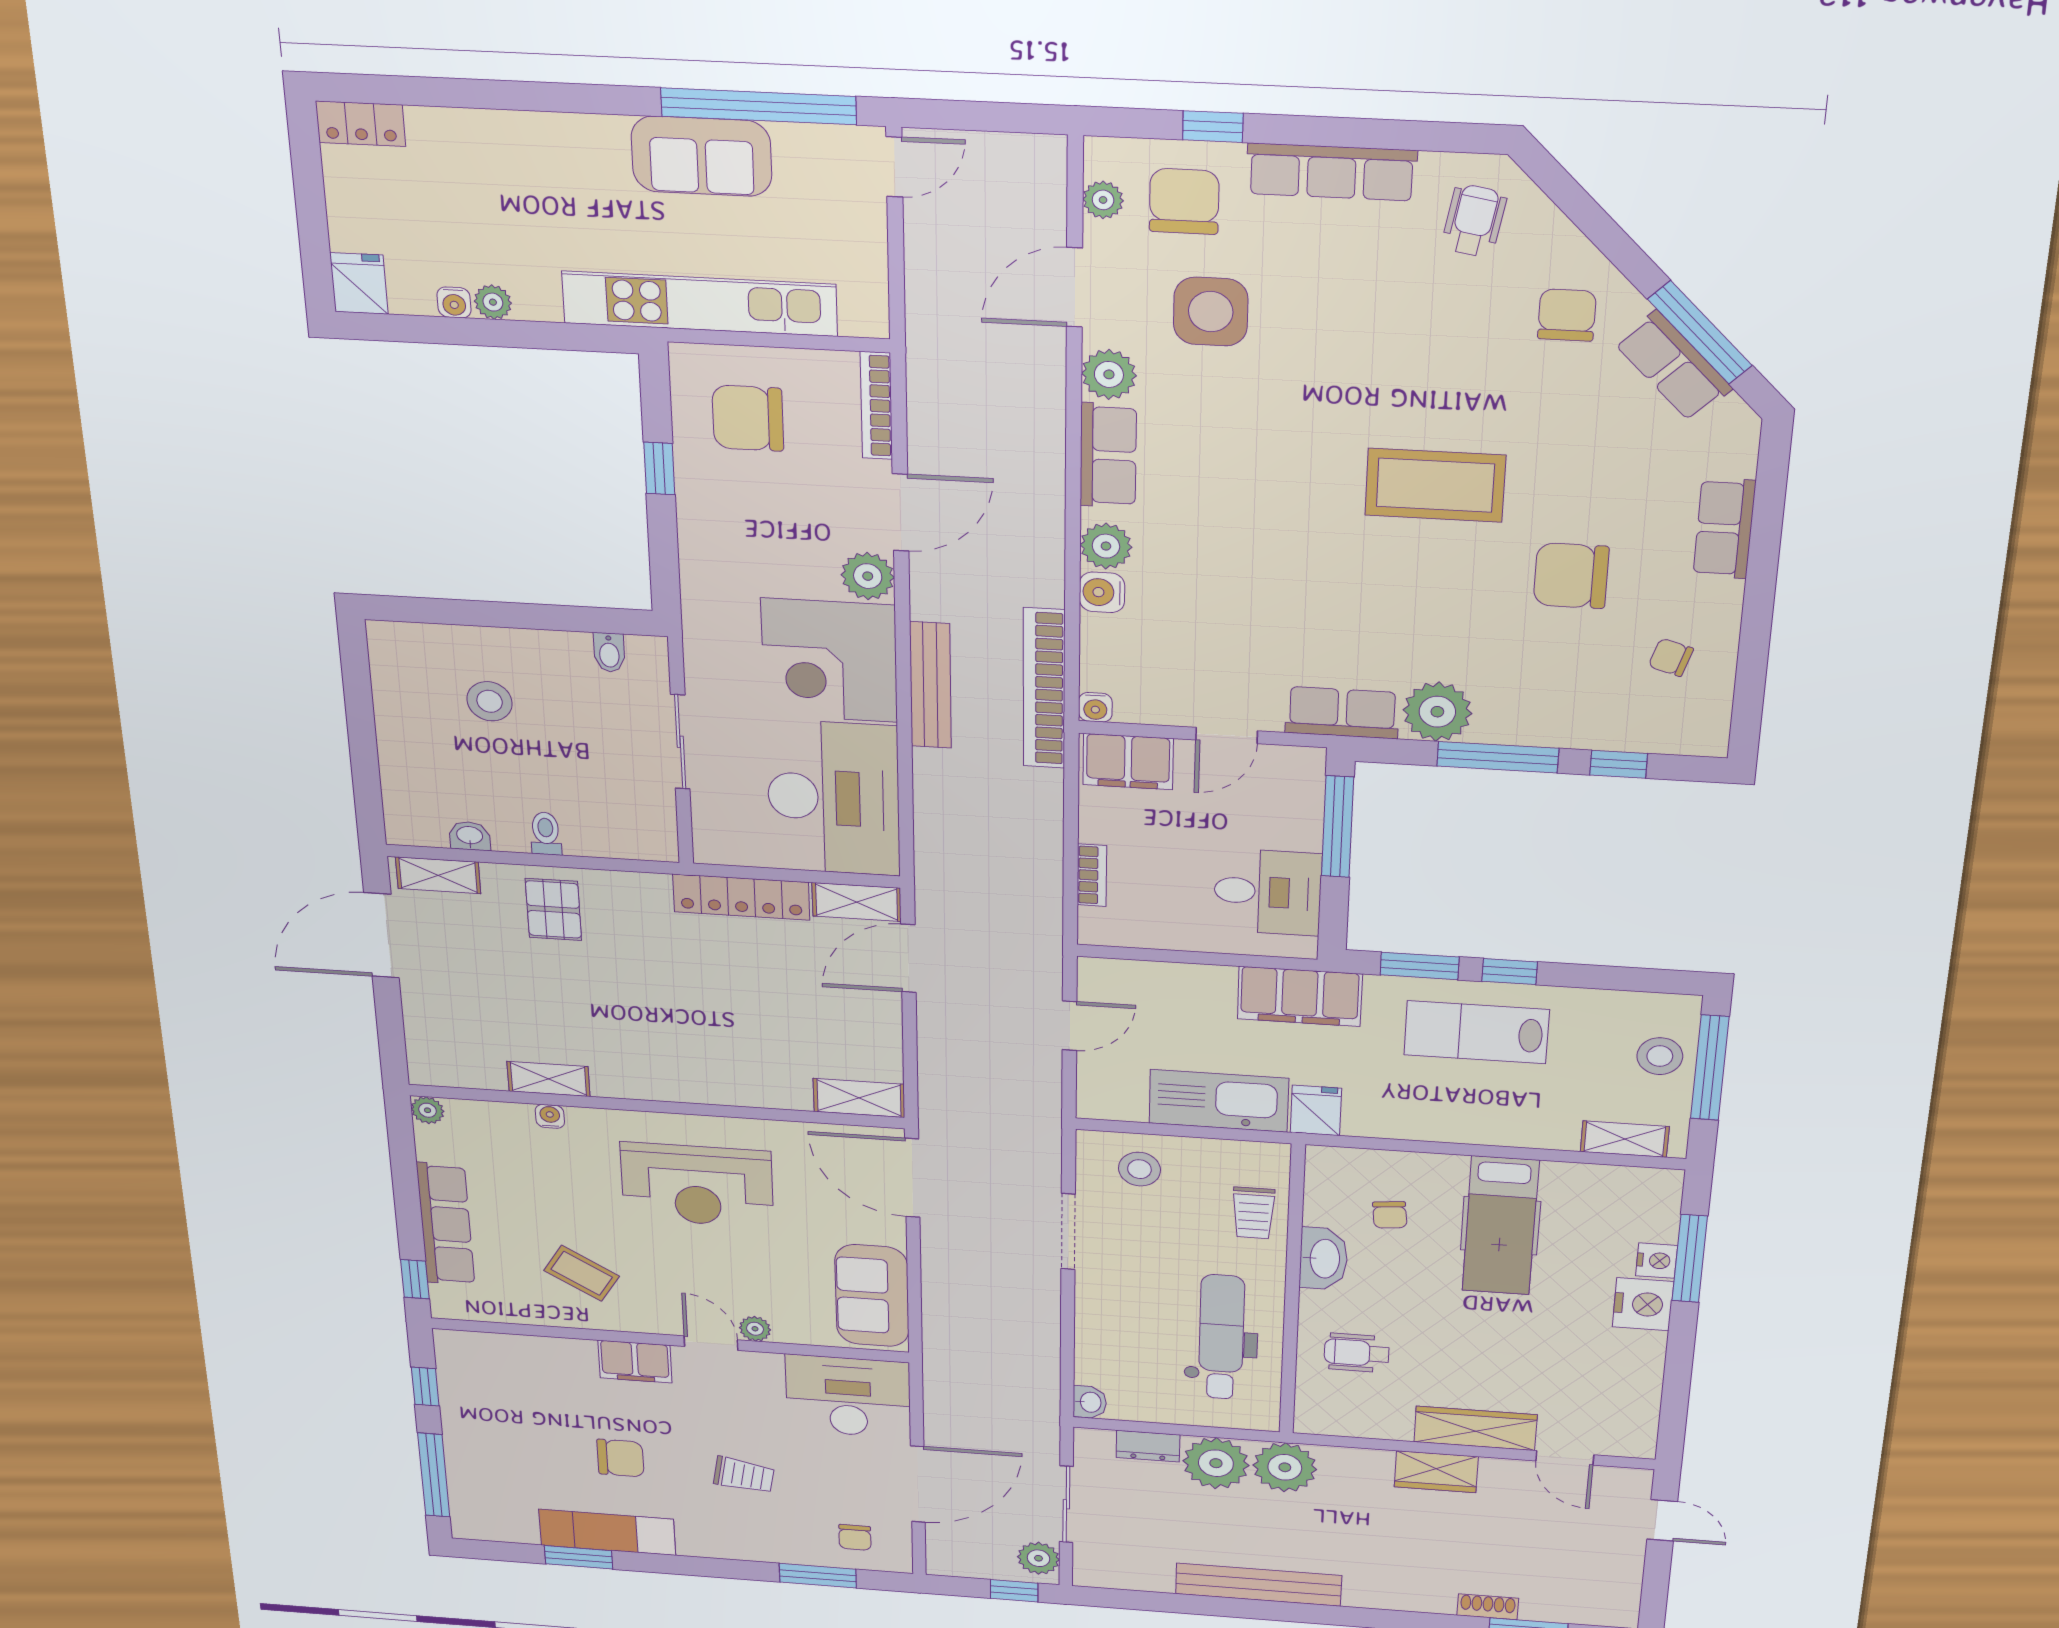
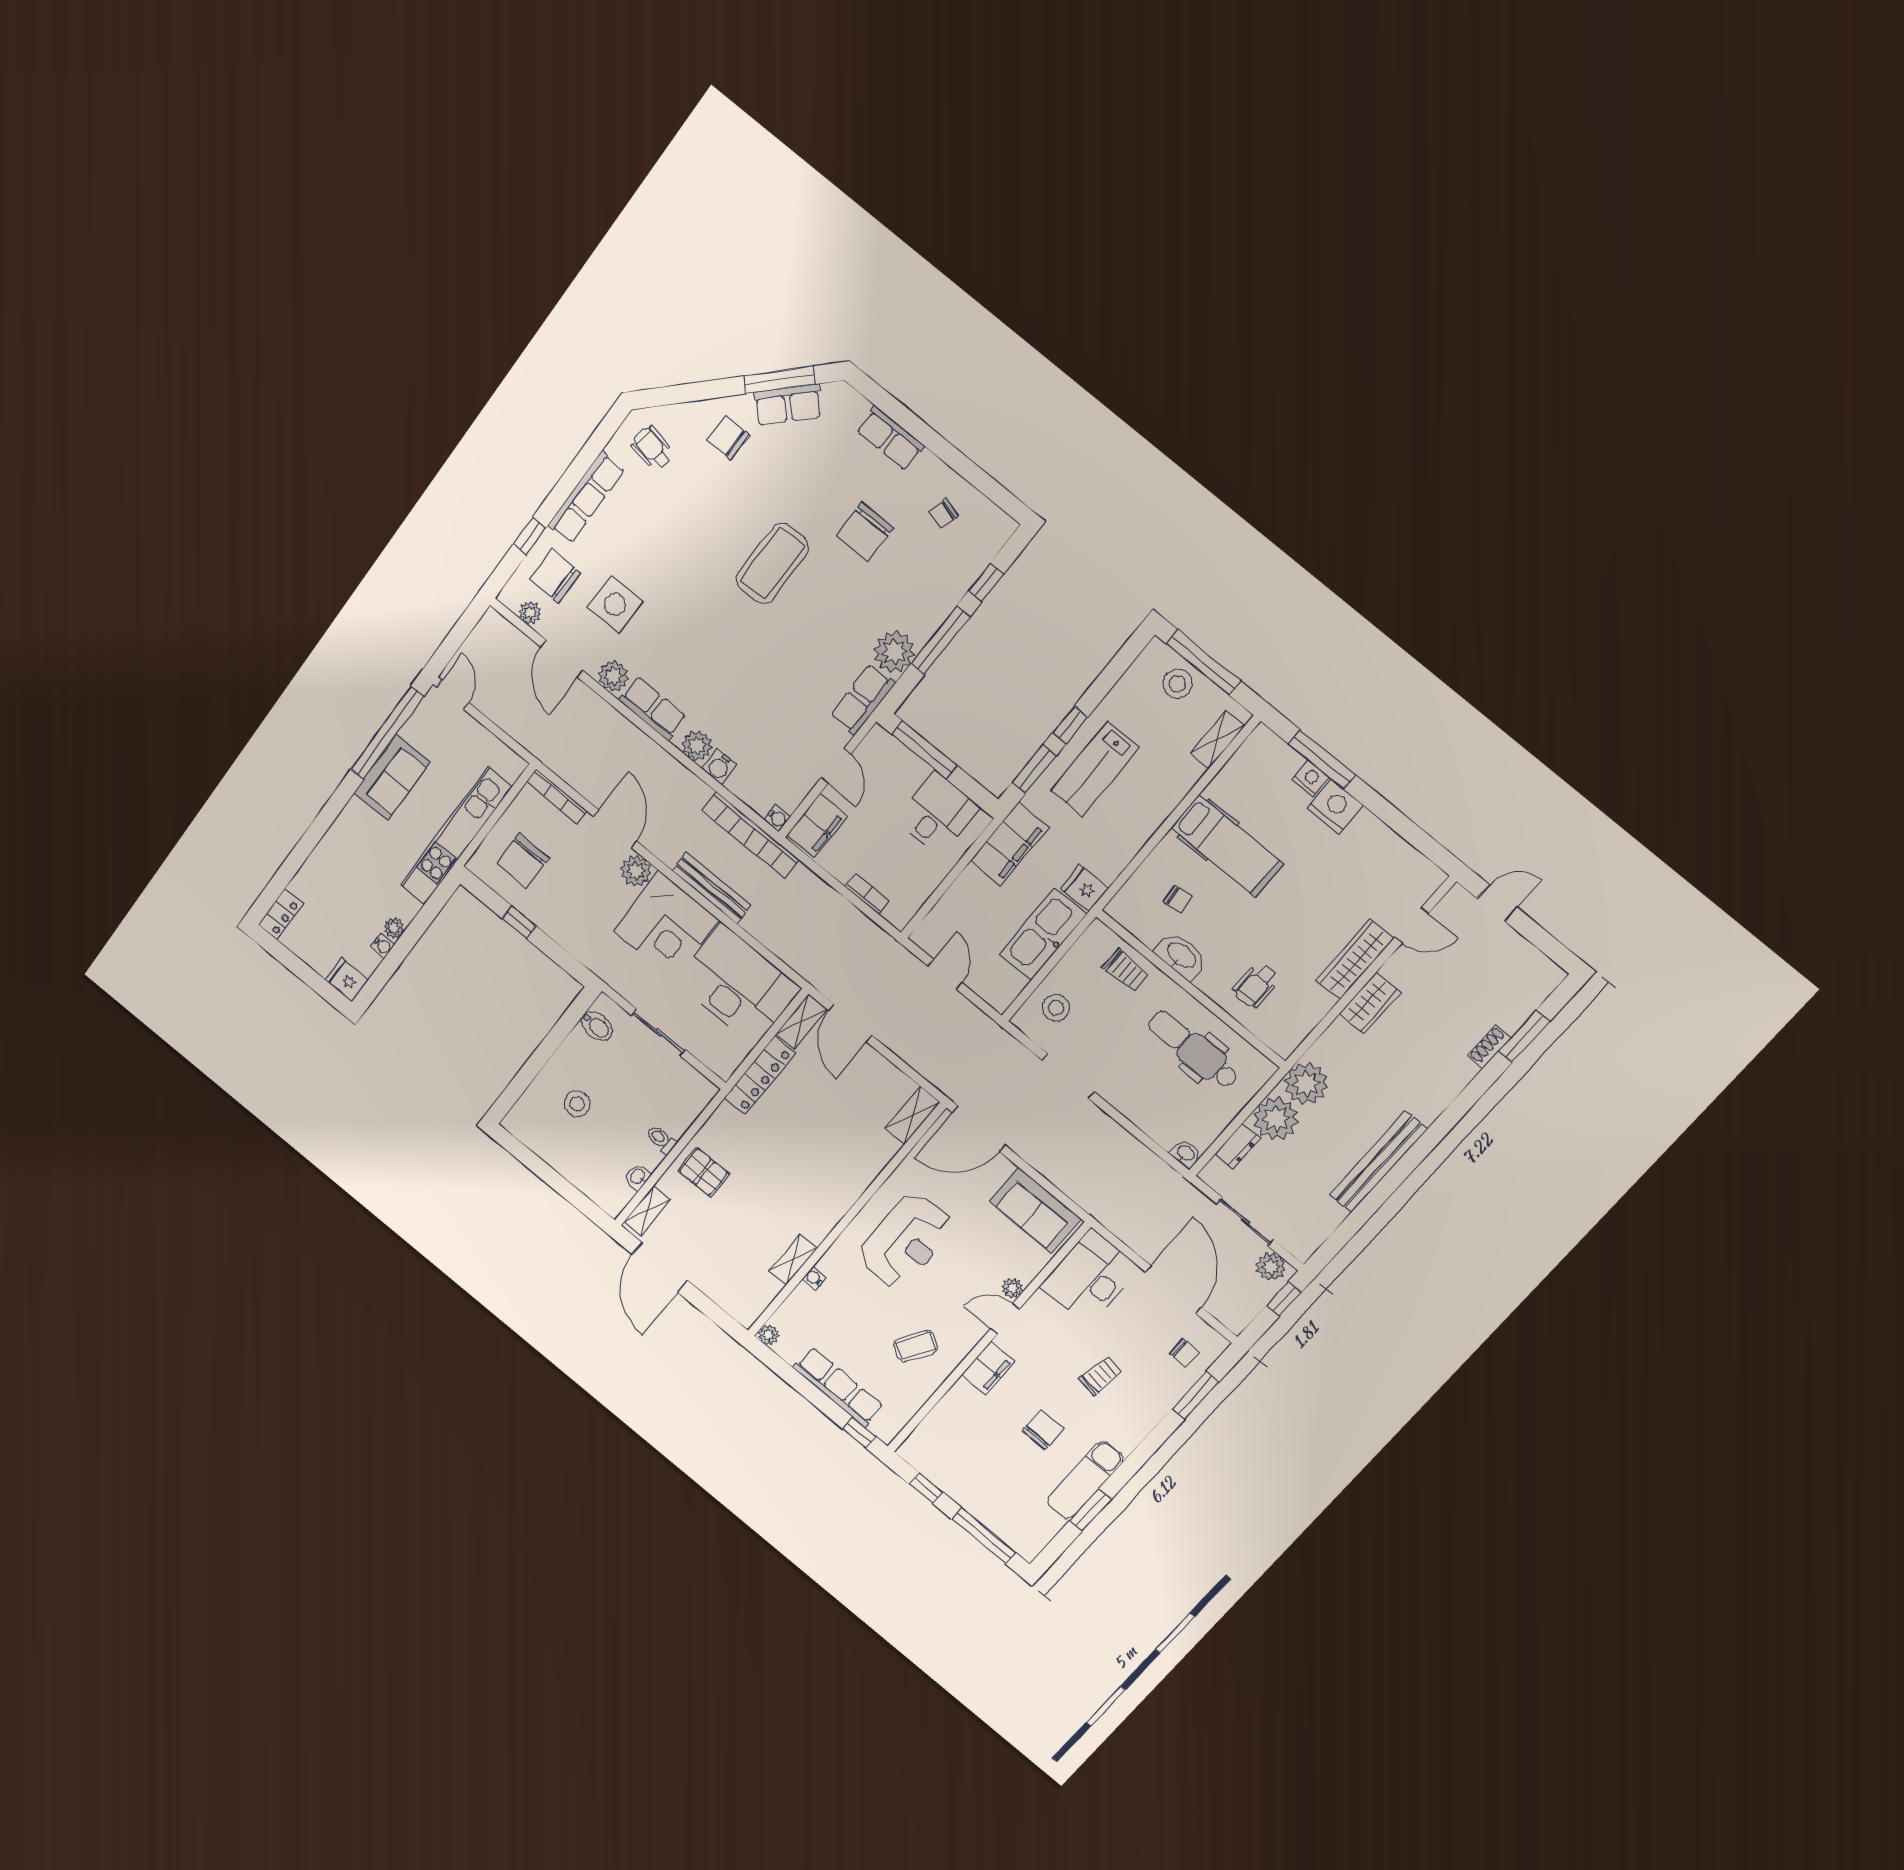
bidet: (609, 652) -> (597, 1026), width x1.38, depth x1.36

